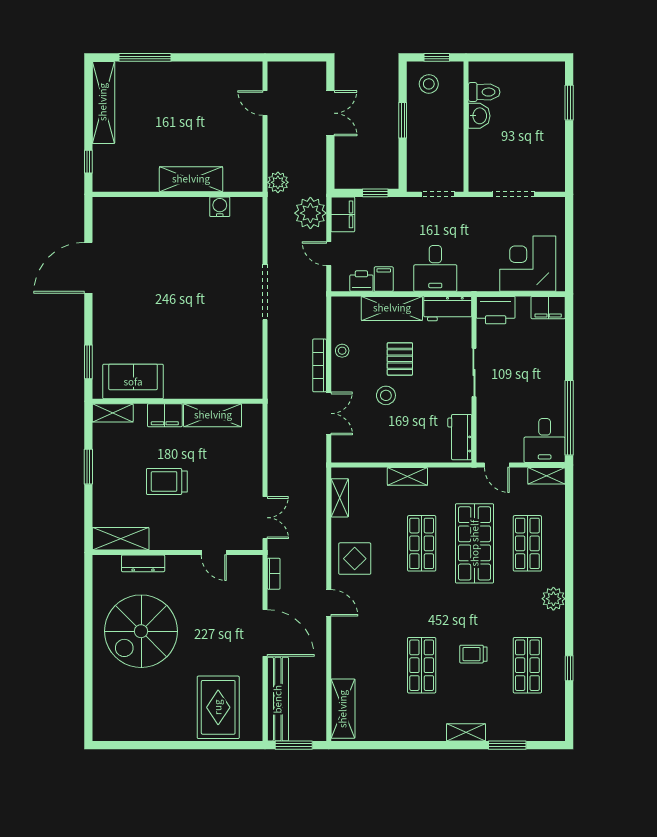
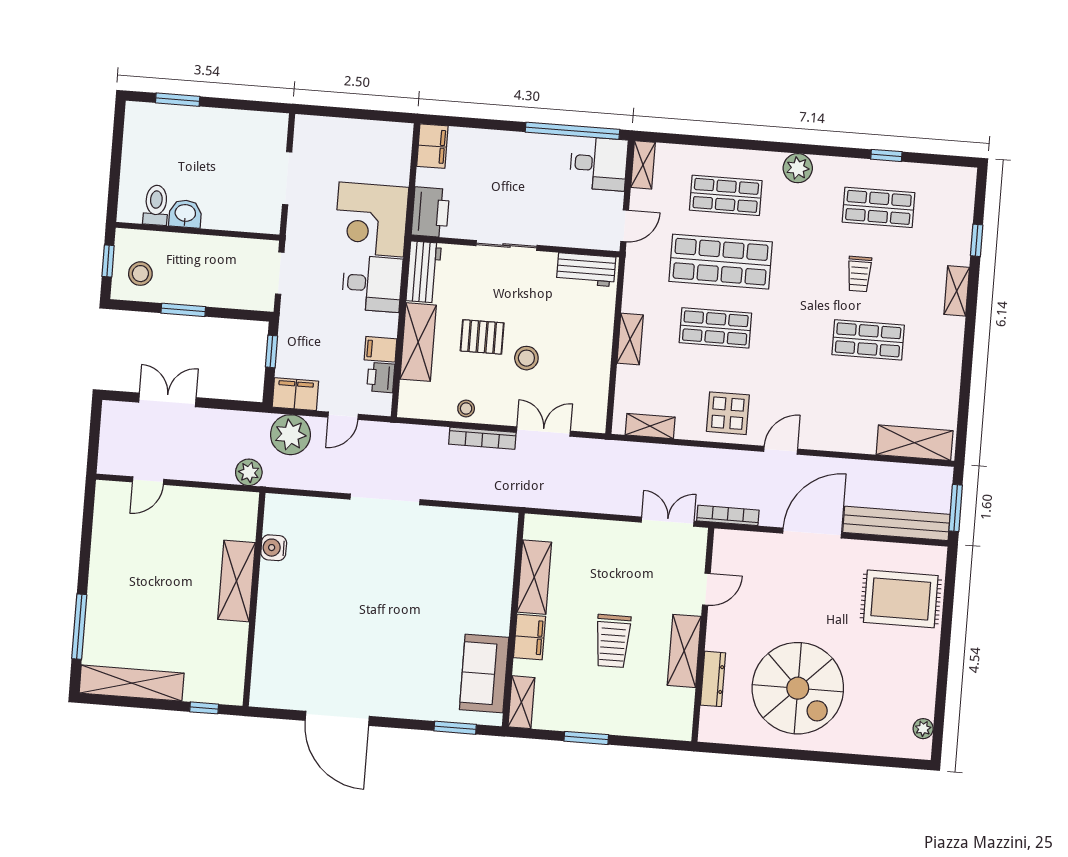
corner desk: (528, 264) -> (371, 219), moved
shelving: (121, 539) -> (684, 651), moved
bookcase: (274, 574) -> (728, 515), width x1.56
plant: (117, 733) -> (923, 729), added
window: (507, 745) -> (977, 240), width x0.67

